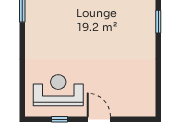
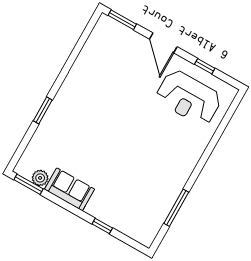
window: (138, 119) -> (122, 20), added

